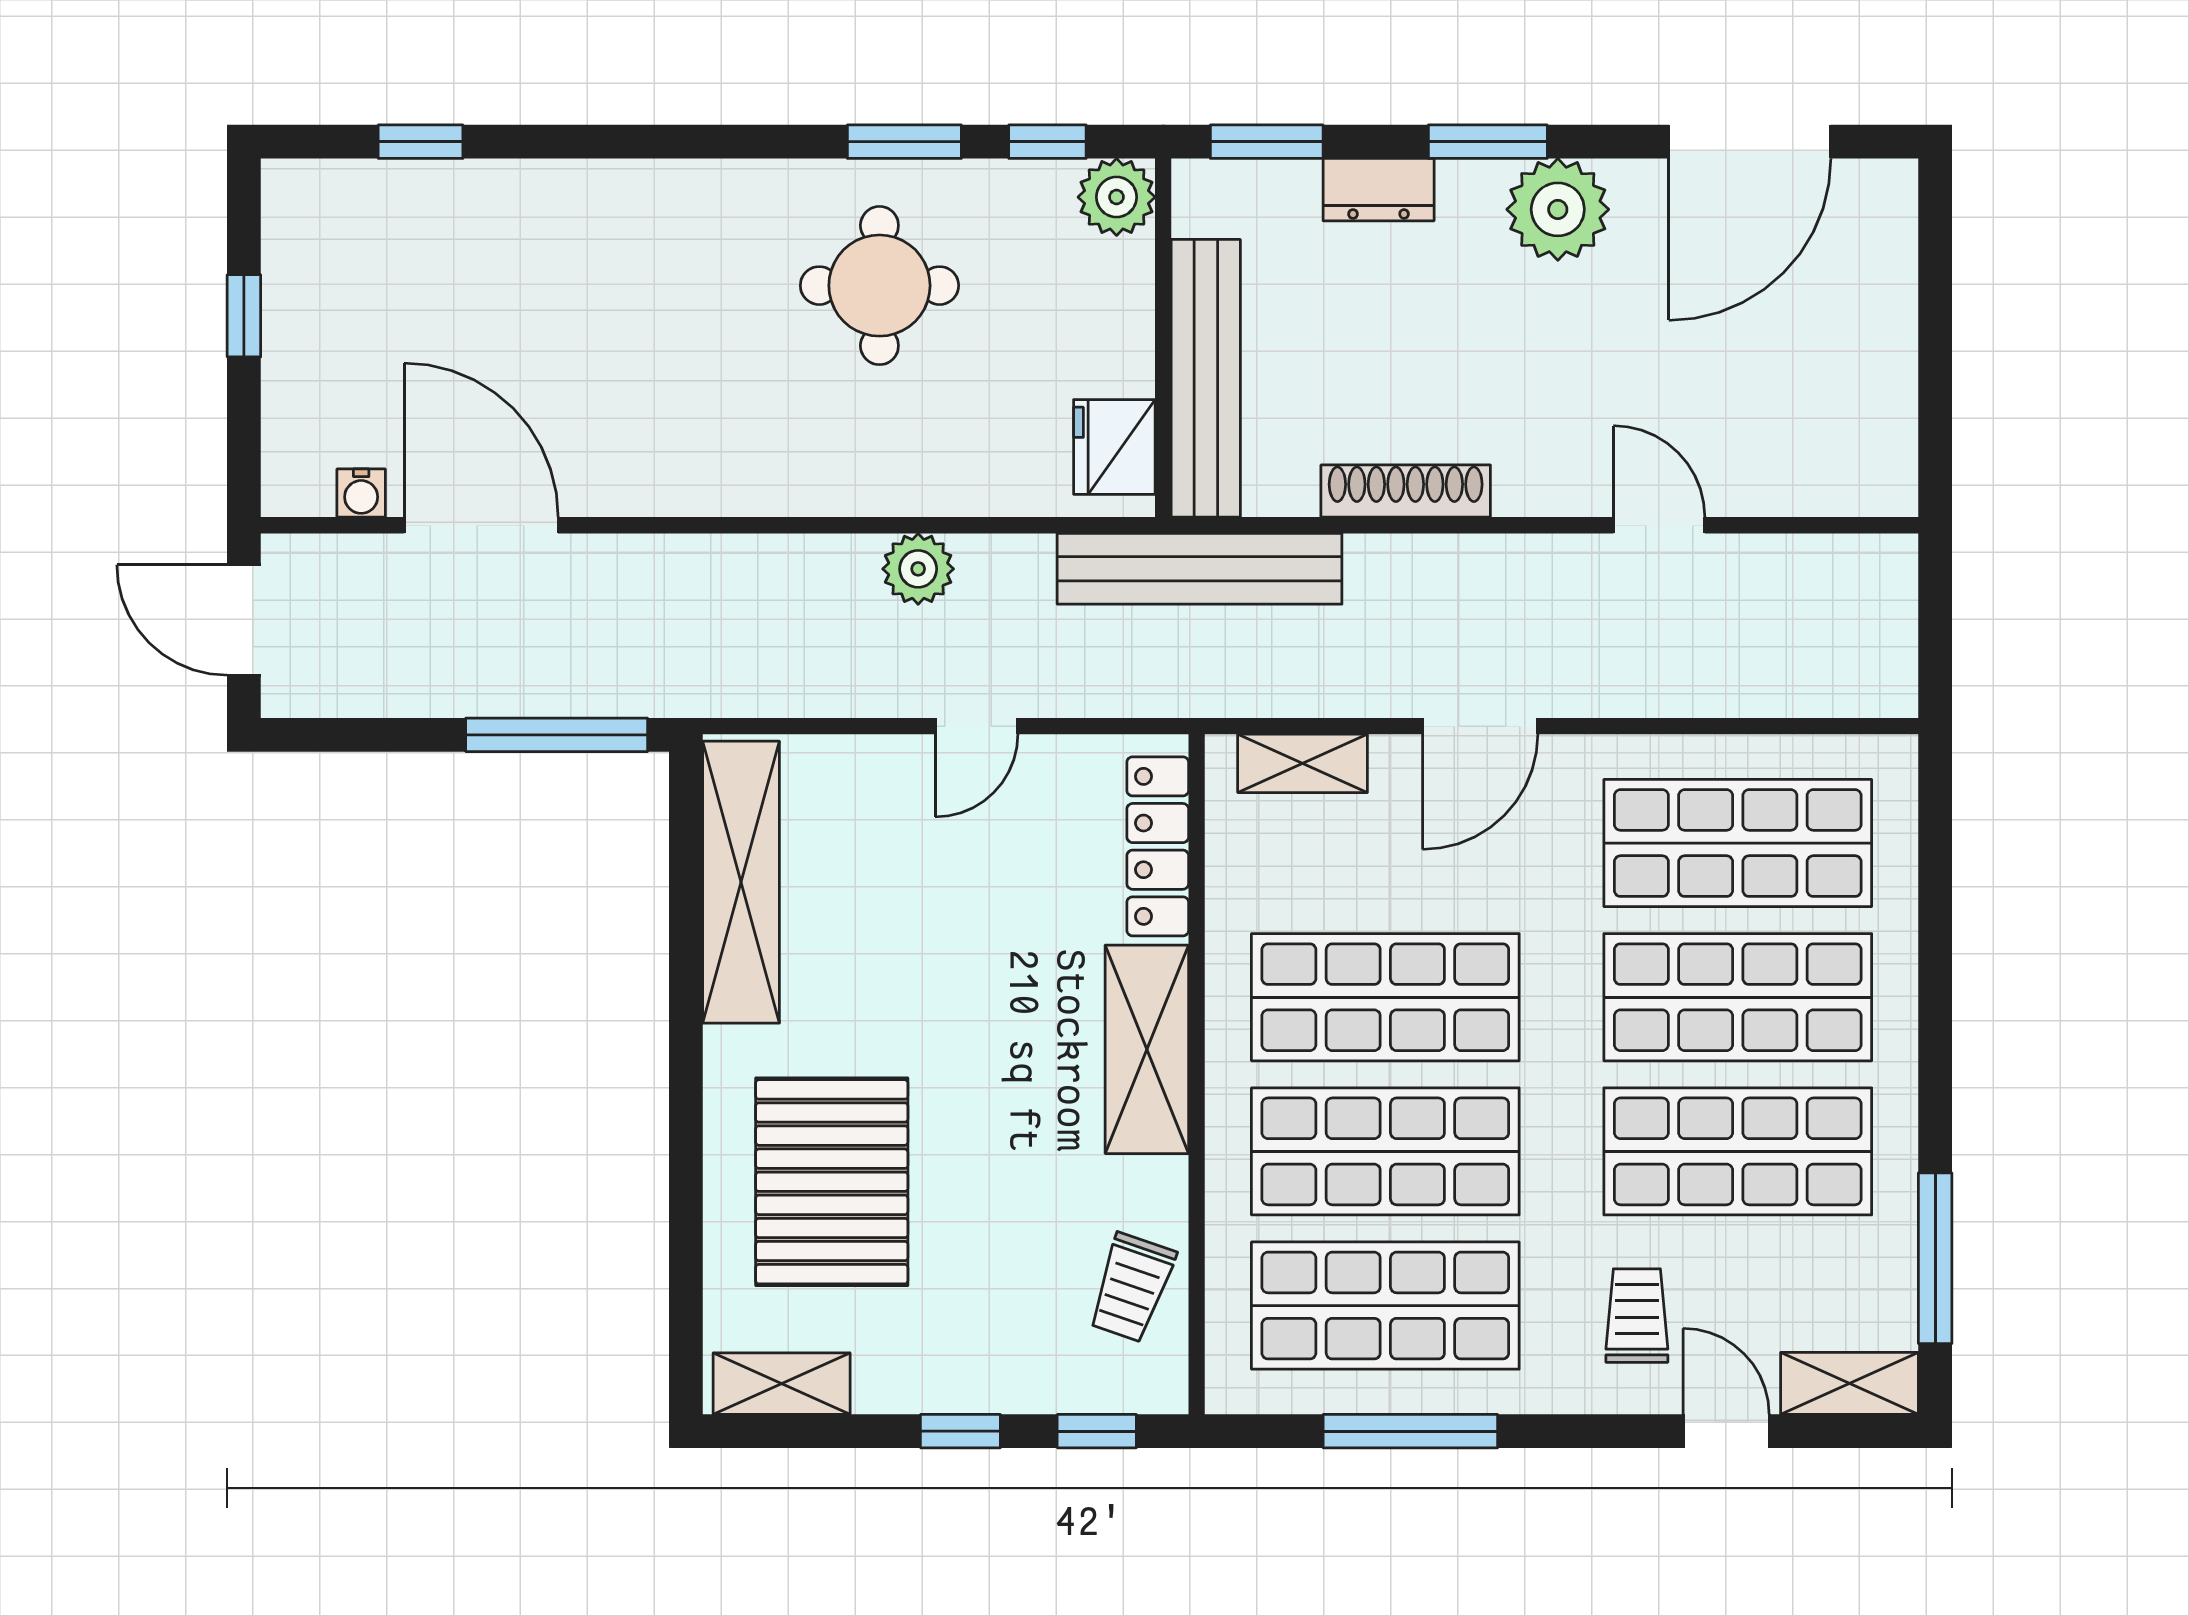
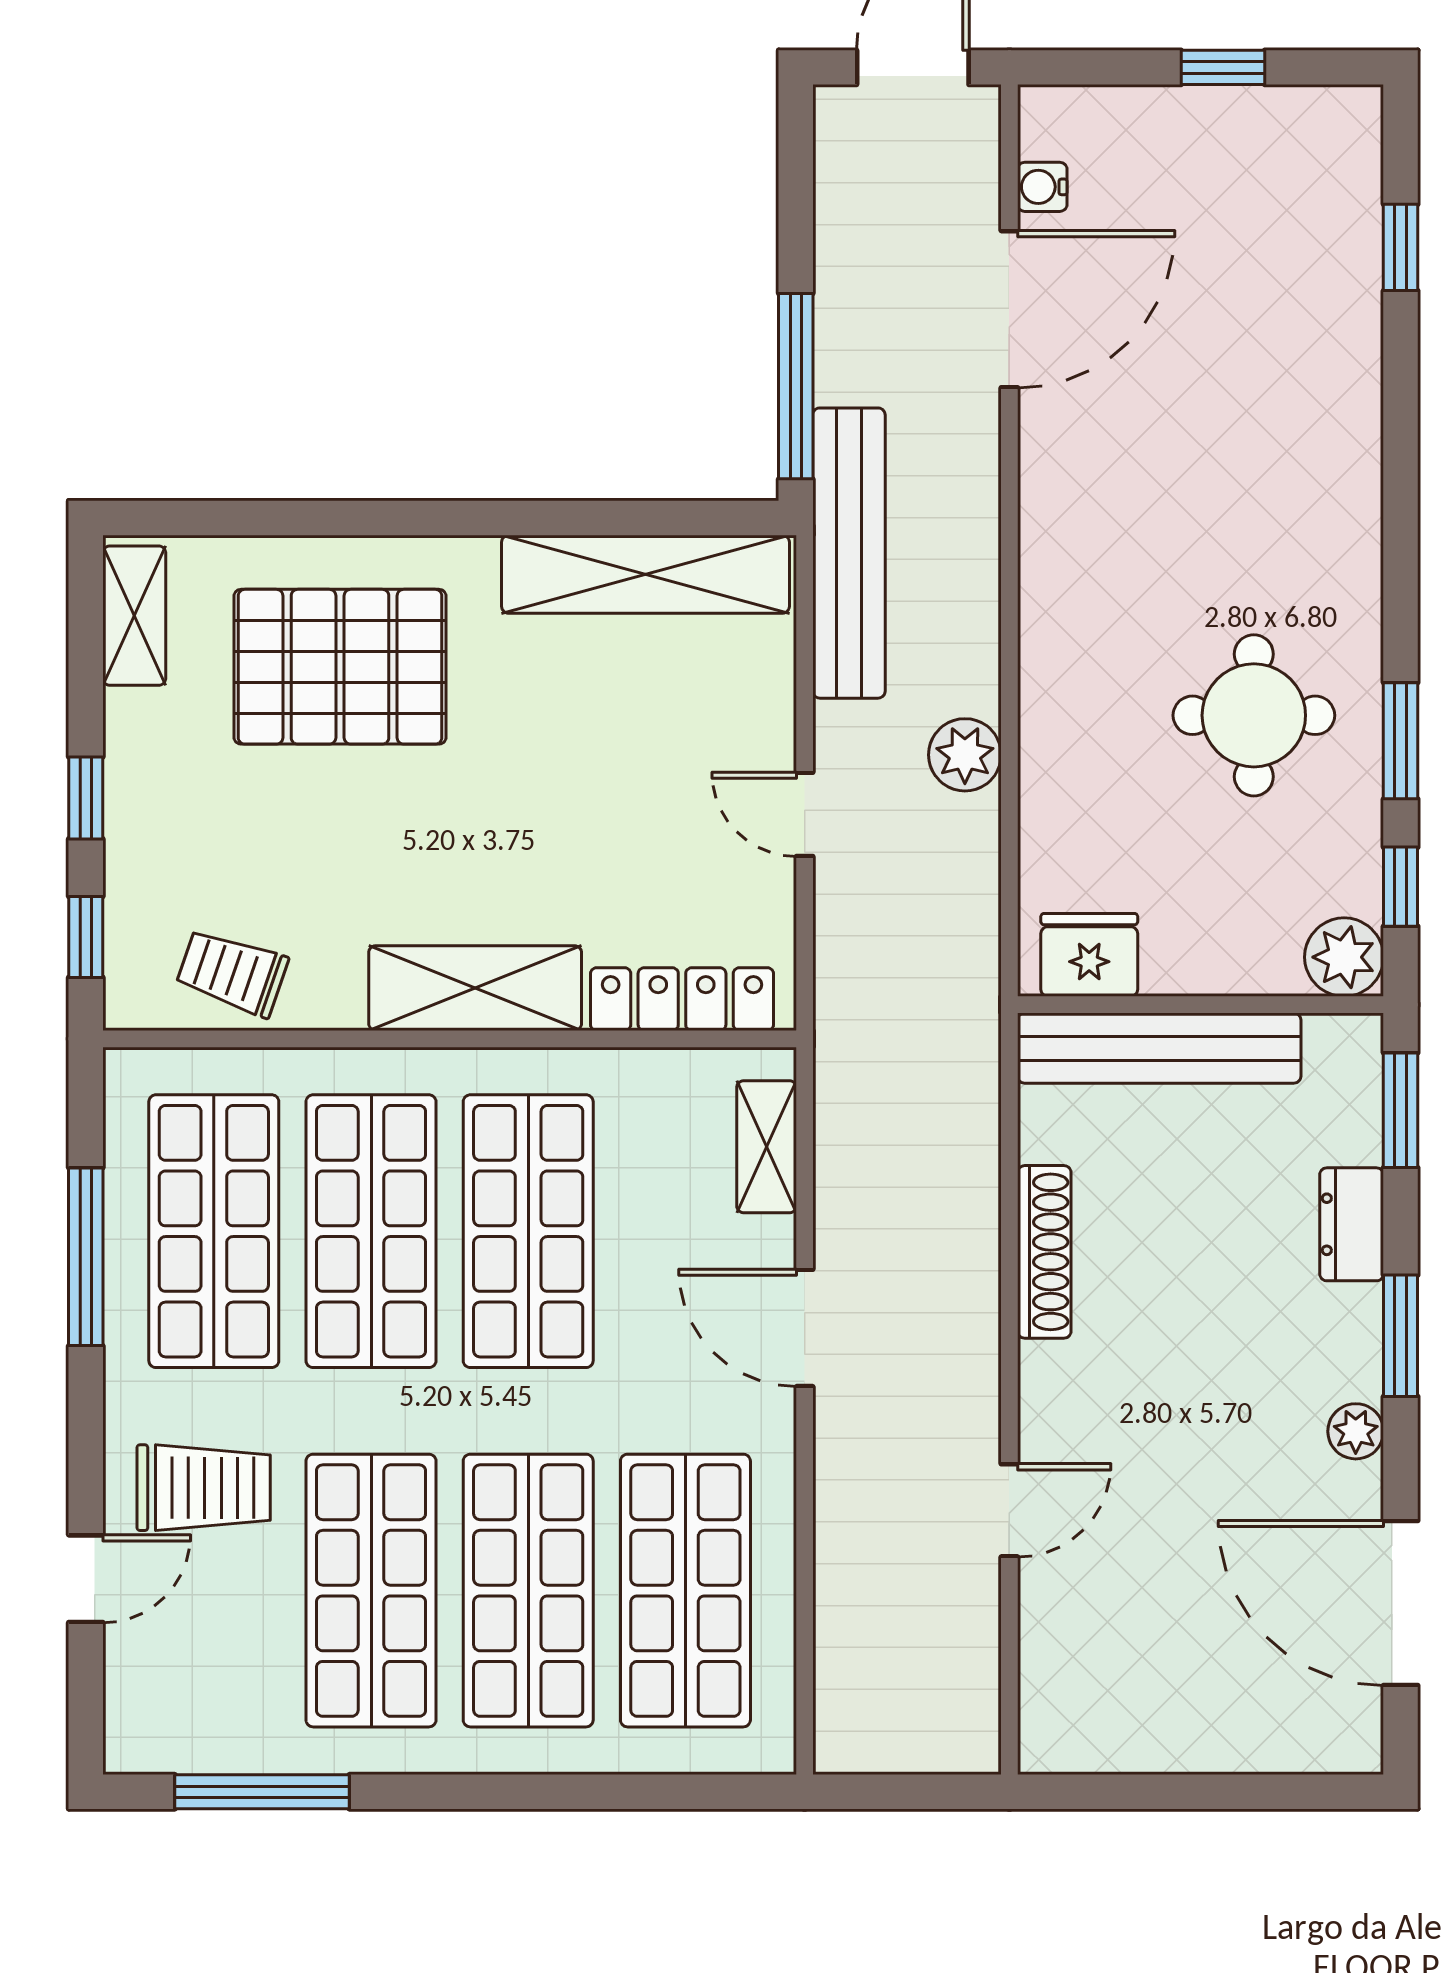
plant: (1558, 209) -> (1356, 1431), width x0.53, depth x0.53
bench: (1200, 569) -> (849, 553), moved
trolley: (1637, 1316) -> (204, 1488), width x1.36, depth x1.39
shelving: (1850, 1383) -> (134, 1704), removed

